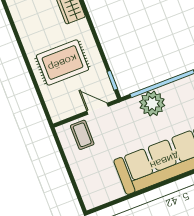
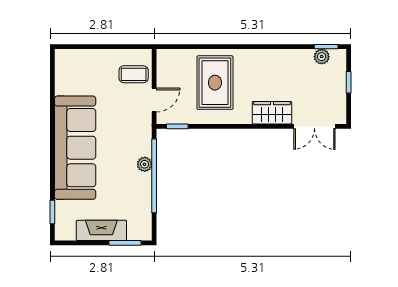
plant: (152, 104) -> (145, 164), width x0.53, depth x0.53

